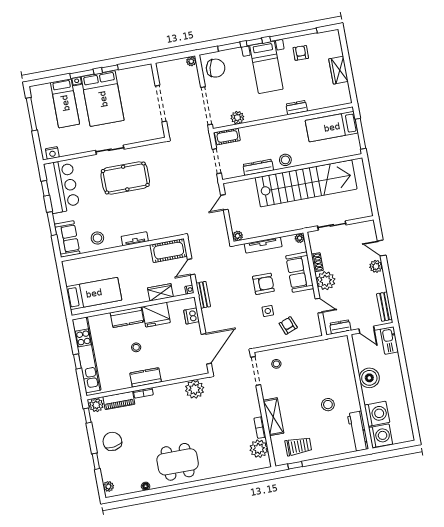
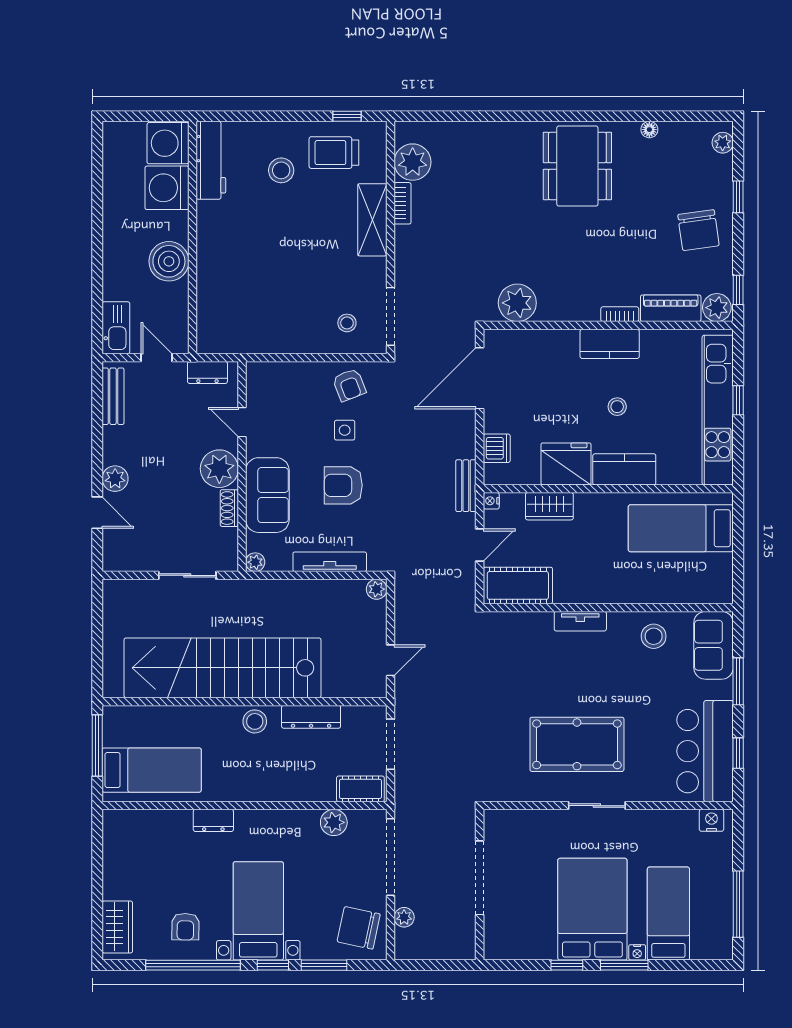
plant: (191, 61) -> (404, 917), moved
wardrobe: (338, 70) -> (117, 927), moved
armchair: (288, 325) -> (349, 385), moved
stool: (328, 405) -> (281, 170), moved
dining table: (178, 462) -> (577, 166), turned 90

